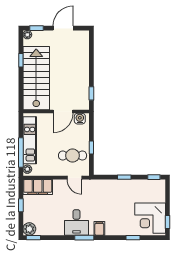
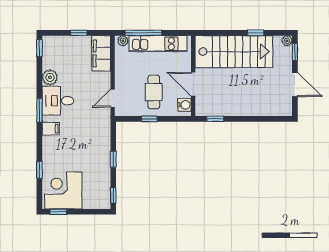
cafe table: (73, 156) -> (154, 92), moved
plant: (29, 229) -> (50, 77), moved

